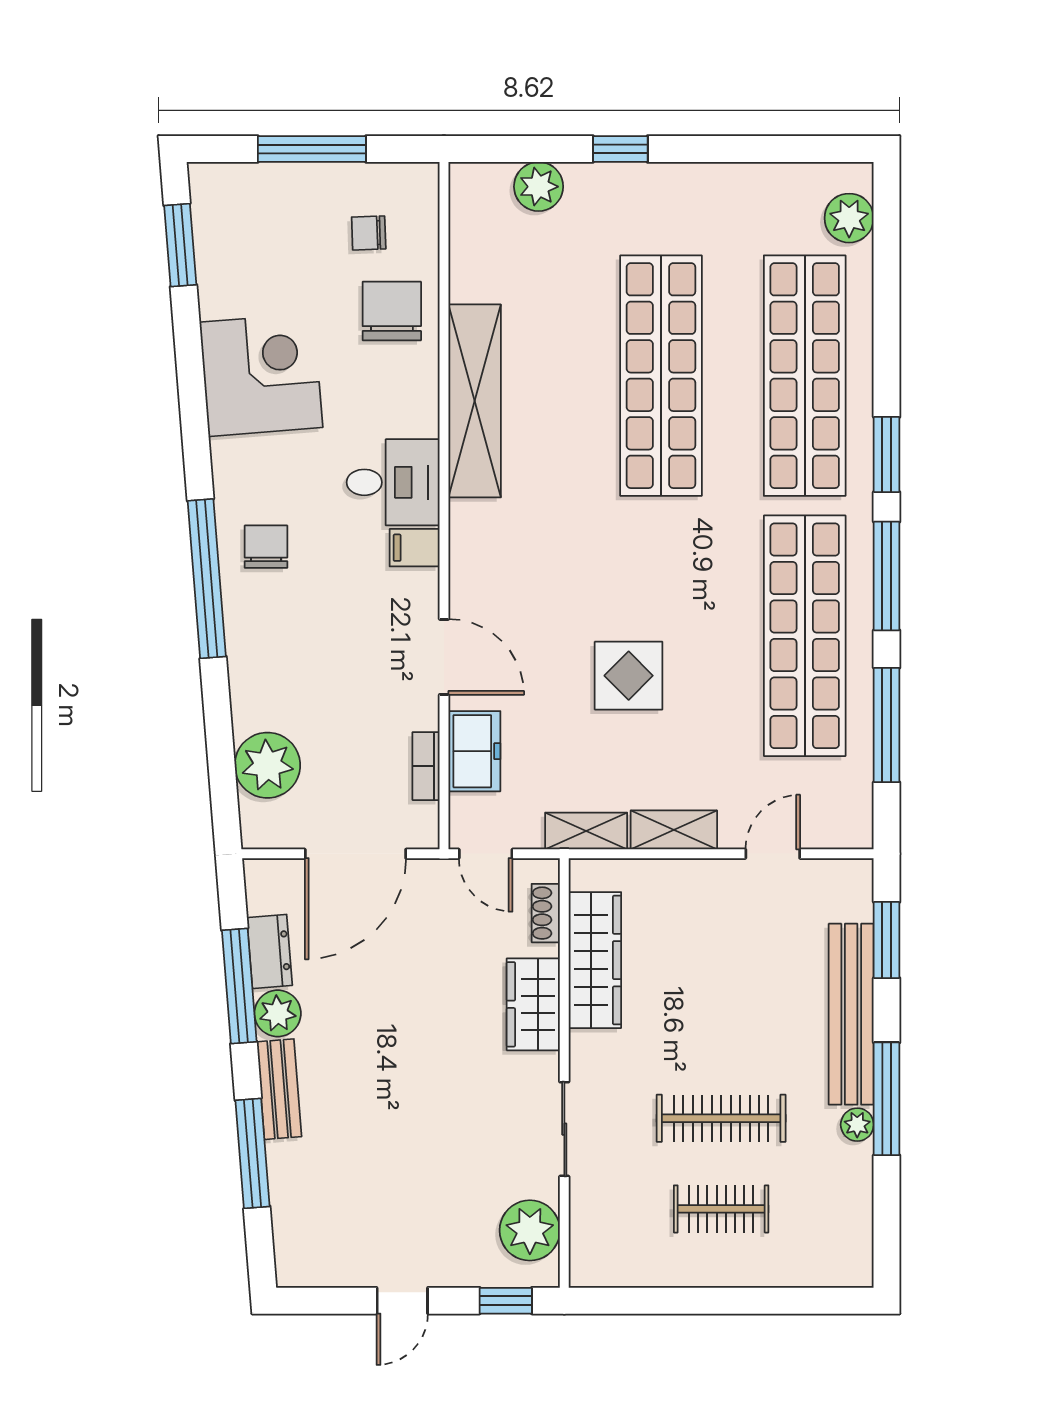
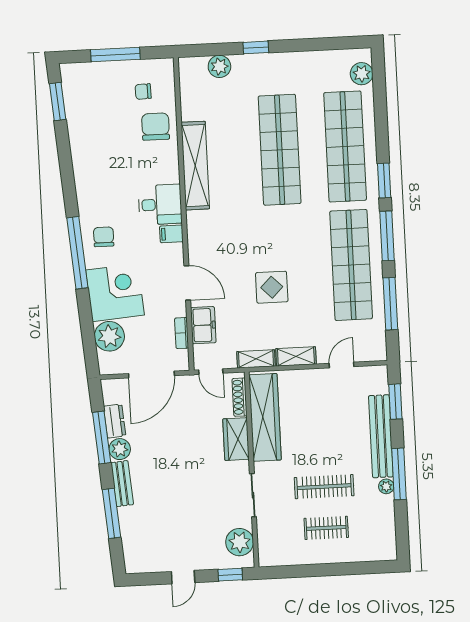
corner desk: (261, 375) -> (115, 293), moved
shoe rack: (546, 913) -> (240, 397), width x1.43
wardrobe: (595, 960) -> (265, 417), width x1.40, depth x1.17

